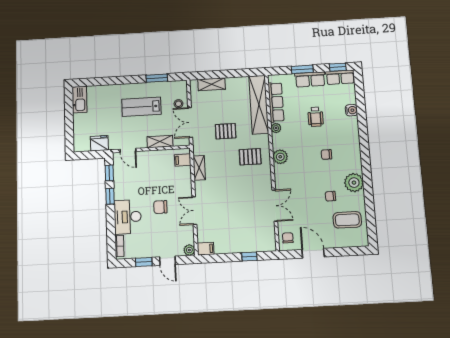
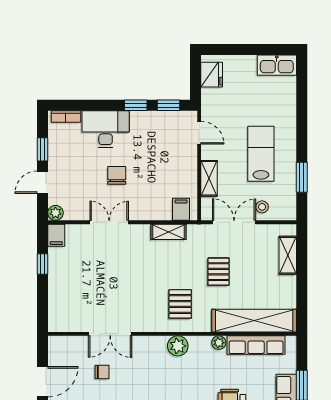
fridge: (99, 143) -> (212, 75), moved
door: (128, 150) -> (199, 133), swing flipped
chair: (288, 238) -> (102, 372), moved
window: (249, 256) -> (42, 264), moved

